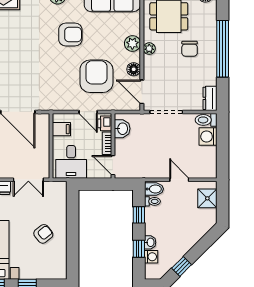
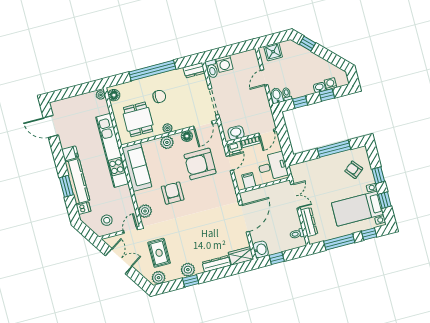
armchair: (43, 234) -> (354, 170), moved
window: (73, 241) -> (334, 149), added
window: (182, 266) -> (307, 44), moved

